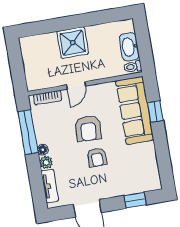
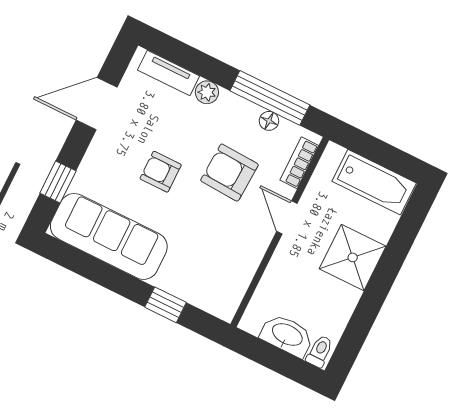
bathtub: (32, 58) -> (374, 182), added
toilet: (133, 67) -> (320, 351), moved
sofa: (135, 110) -> (109, 236), moved
armchair: (88, 128) -> (229, 173), moved
floor lamp: (43, 150) -> (269, 121), moved

